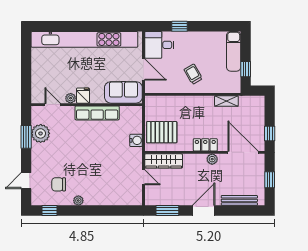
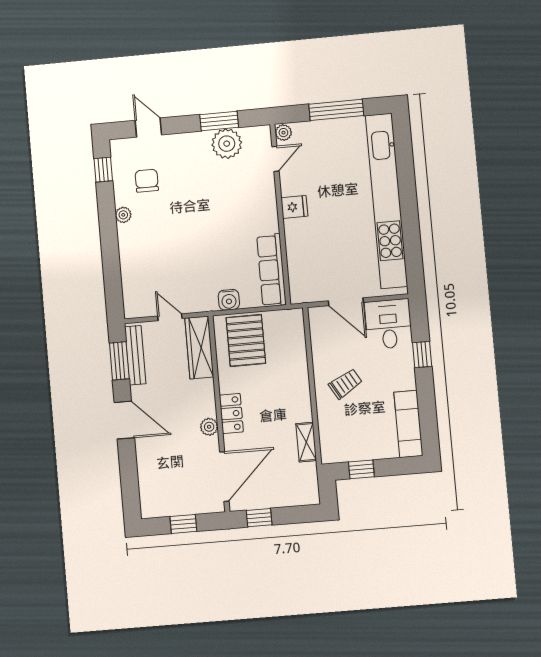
exam couch: (234, 51) -> (408, 424), moved, turned -90
window: (26, 65) -> (336, 110), added
door: (144, 70) -> (346, 302), hinge flipped
sofa: (123, 92) -> (305, 272), removed
plant: (71, 98) -> (283, 133), moved
row of seats: (97, 113) -> (271, 270), moved
door: (144, 177) -> (170, 317), swing flipped
bench: (239, 200) -> (135, 355), moved

